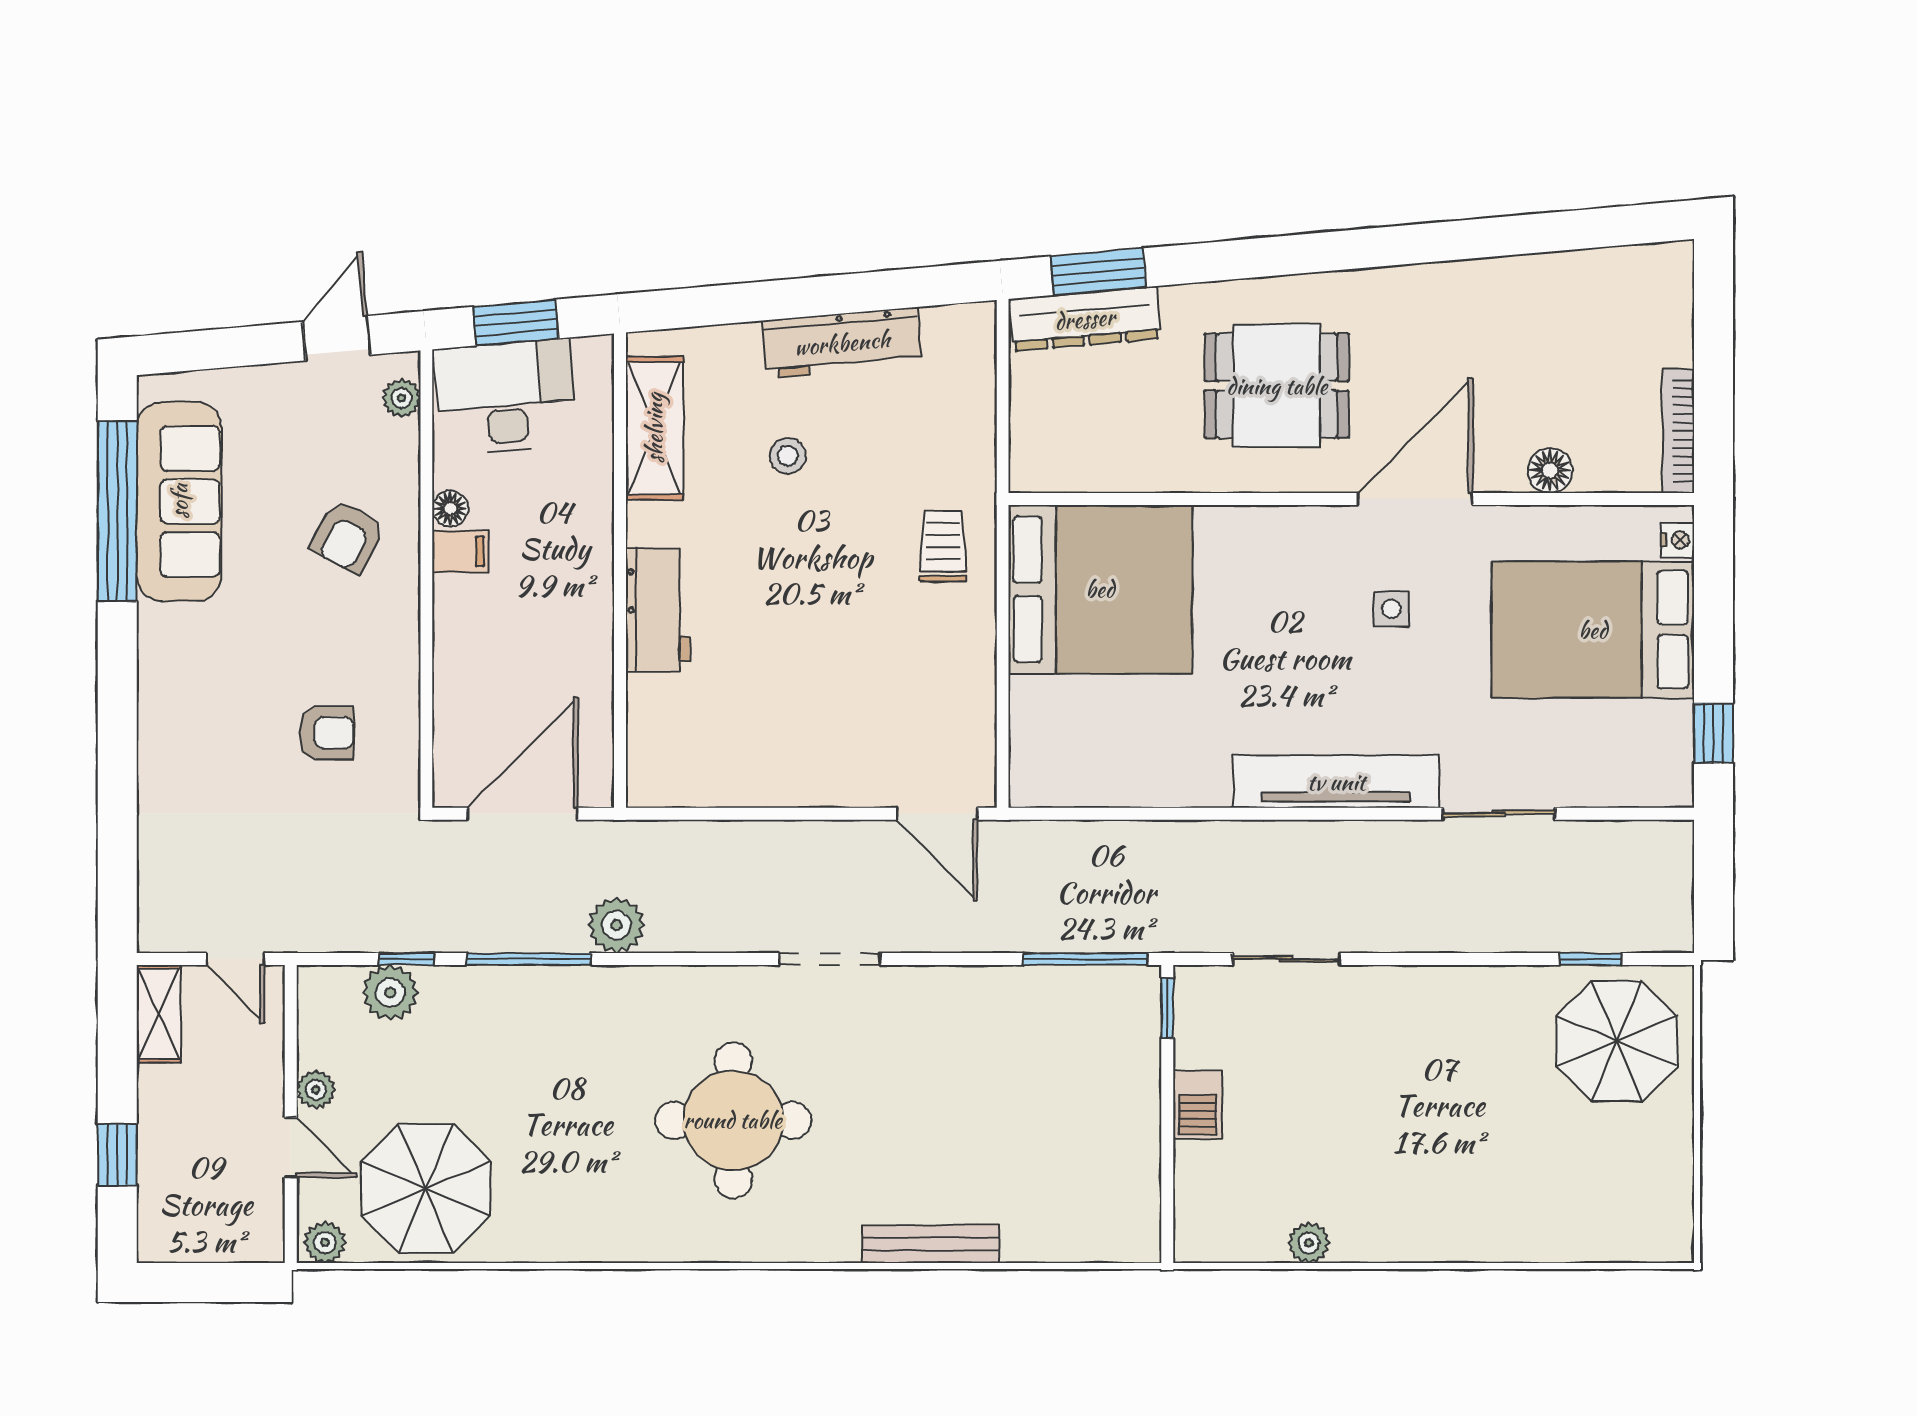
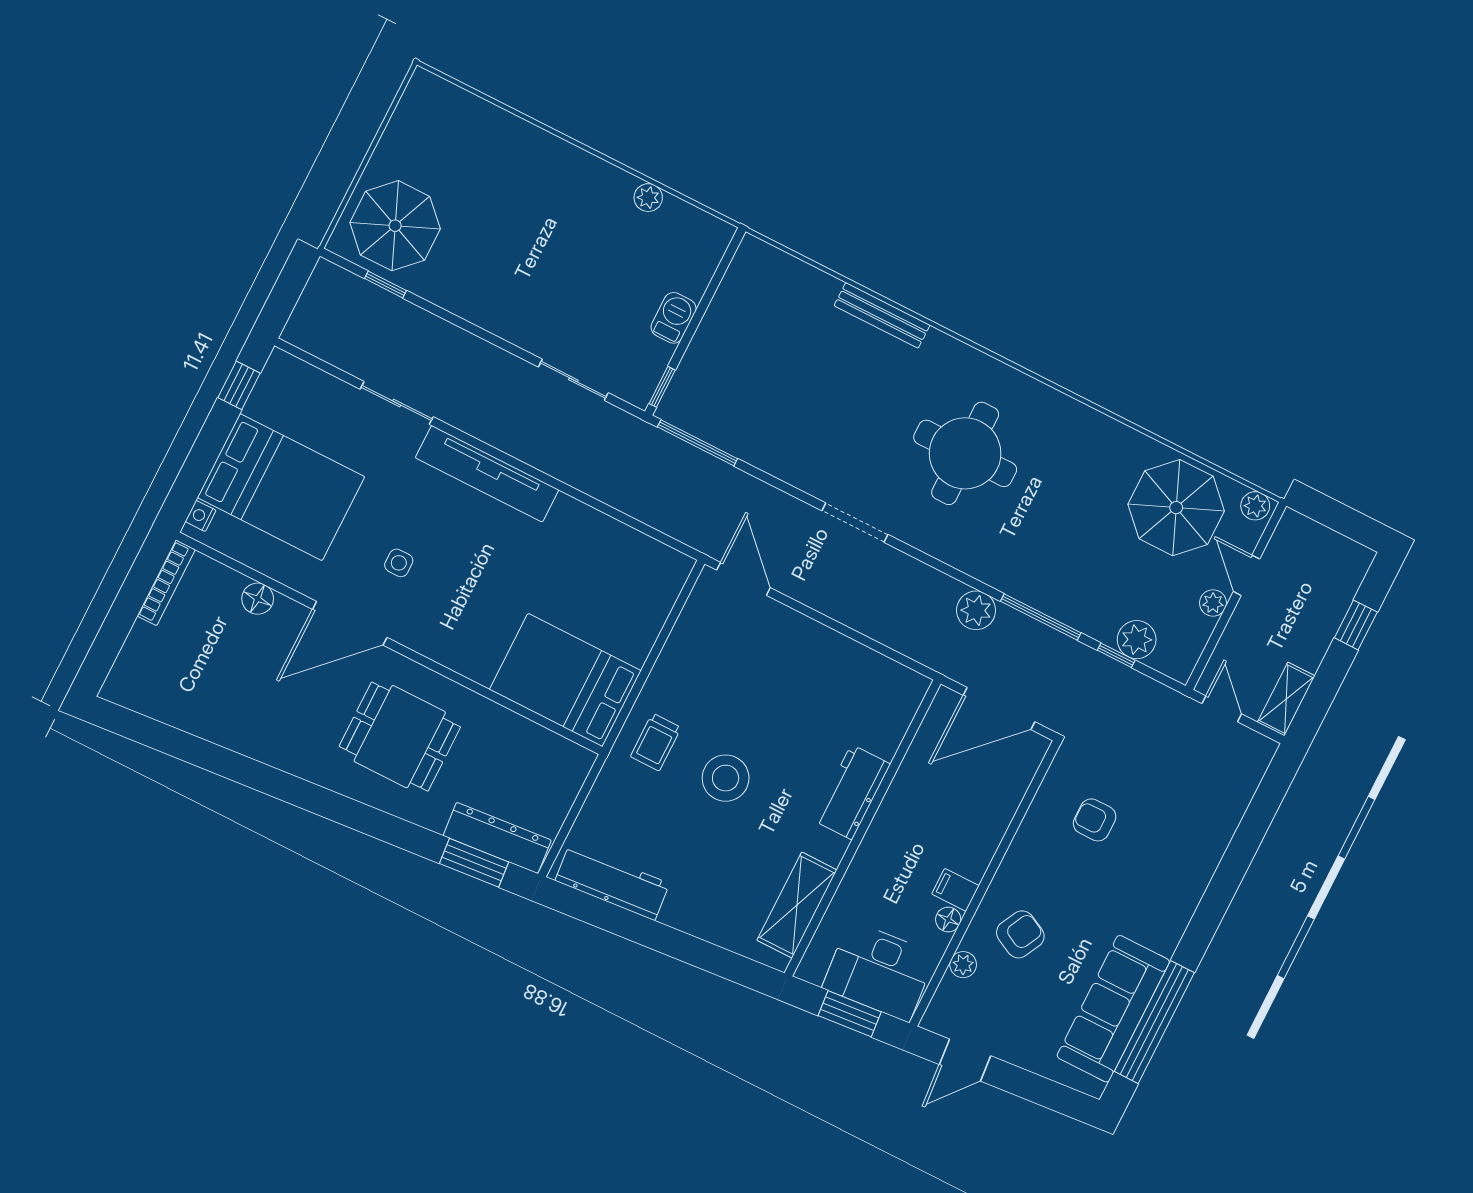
workbench: (842, 343) -> (612, 882), moved
plant: (401, 398) -> (963, 965), moved
stool: (788, 456) -> (726, 778), moved, width x1.89, depth x1.89
bed: (1100, 589) -> (565, 680), width x0.73

